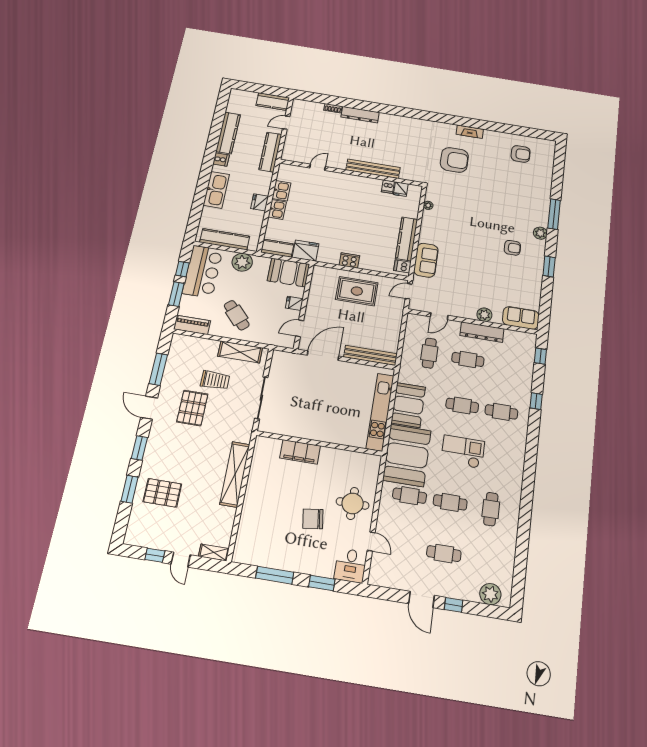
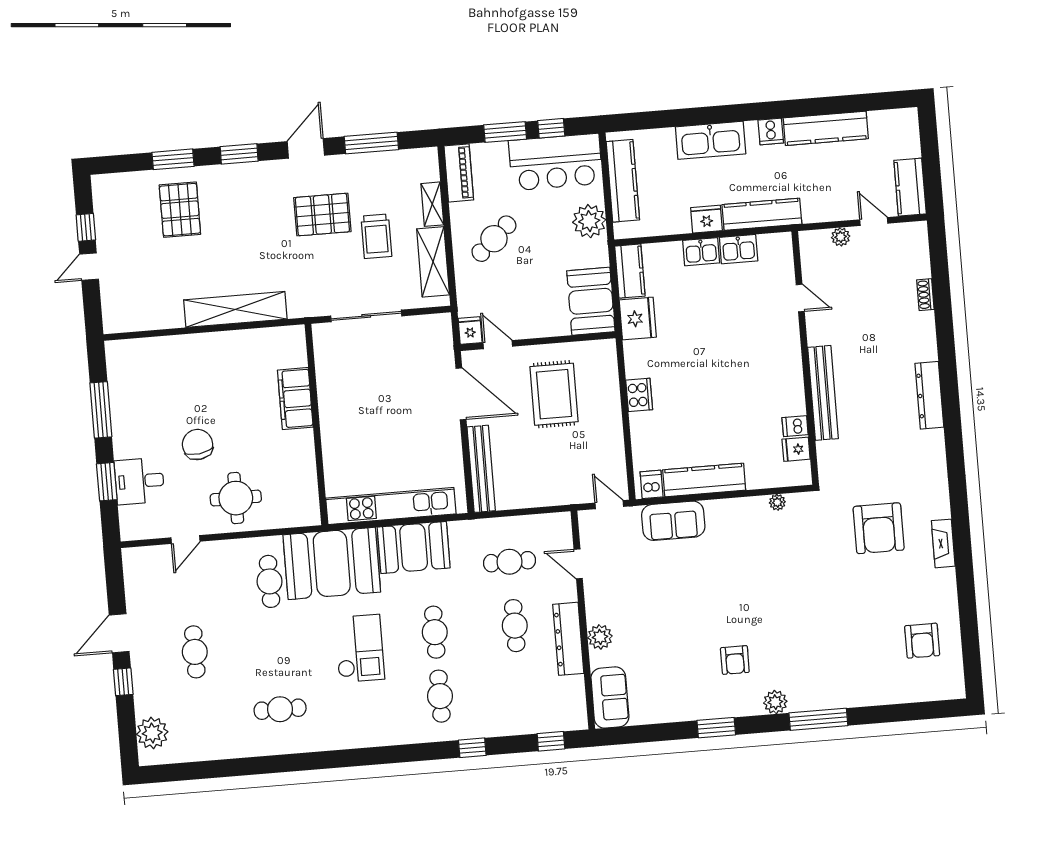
dresser: (360, 115) -> (929, 395), moved
plant: (290, 140) -> (841, 237), added
kitchen counter: (270, 152) -> (762, 214), moved
rug: (357, 291) -> (554, 394), moved
fridge: (294, 303) -> (470, 330), moved
cafe table: (450, 502) -> (275, 645), removed
shelving: (214, 552) -> (432, 204), moved
desk: (351, 566) -> (139, 481), moved

